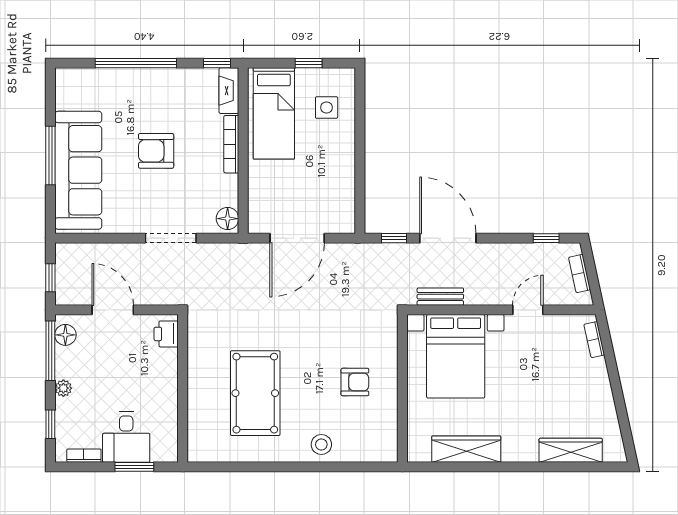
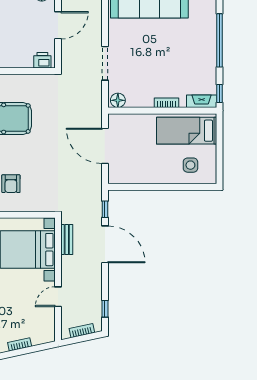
window: (309, 63) -> (219, 153), removed
bookcase: (231, 144) -> (166, 103), width x0.64
armchair: (156, 151) -> (162, 54), removed
door: (448, 238) -> (105, 244), hinge flipped
door: (528, 310) -> (58, 297), swing flipped
bookcase: (594, 340) -> (20, 344), moved

